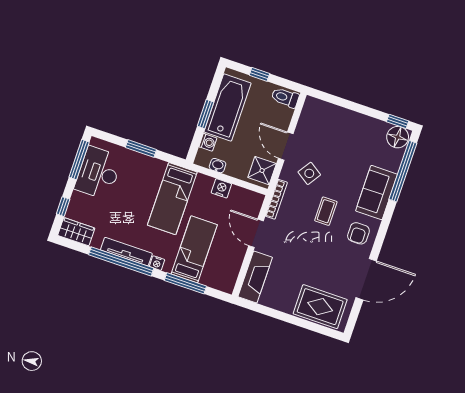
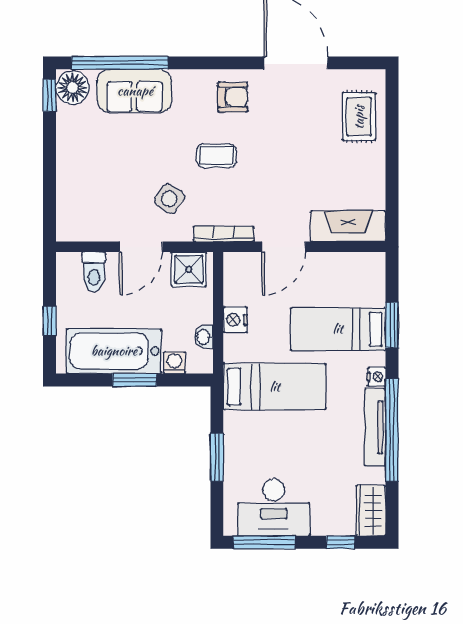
toilet: (285, 98) -> (94, 272), moved
sofa: (377, 193) -> (135, 91), moved
window: (185, 283) -> (392, 325), width x0.69
rug: (320, 307) -> (359, 117), width x0.73, depth x0.70

